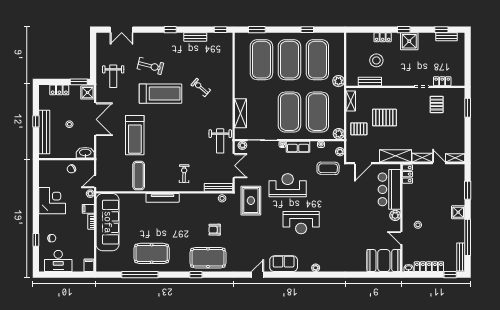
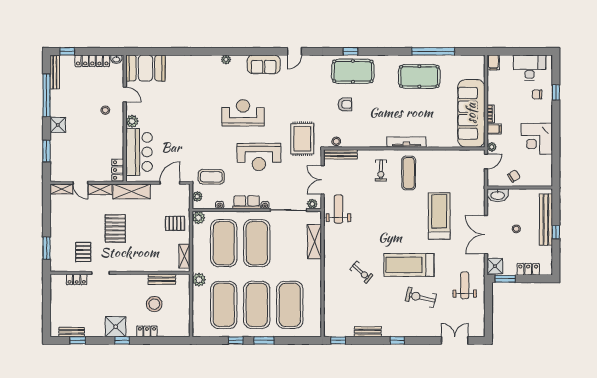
window: (257, 30) -> (264, 340), moved
pallet: (384, 118) -> (115, 228), moved, turned 90
exercise mat: (139, 176) -> (409, 173), moved
window: (196, 275) -> (350, 51), moved

